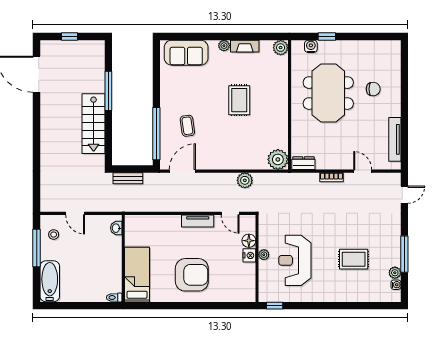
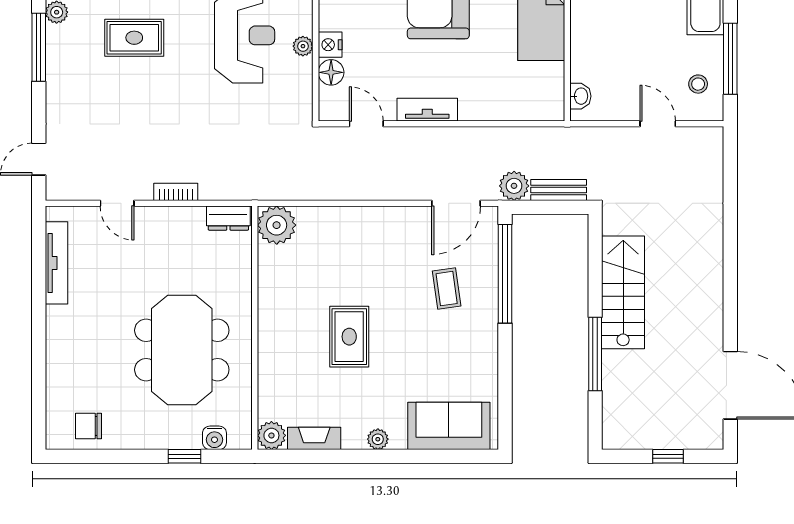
fireplace: (245, 46) -> (314, 438), moved
chair: (373, 89) -> (88, 426), moved
plant: (245, 180) -> (514, 186), moved

